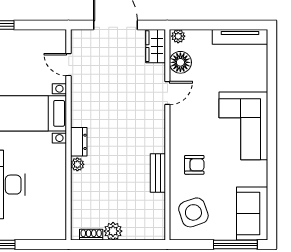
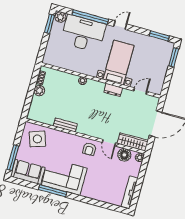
wardrobe: (156, 46) -> (133, 142), width x1.50
corner sofa: (243, 126) -> (64, 177), moved
dresser: (79, 142) -> (113, 90), moved
window: (272, 164) -> (53, 191), added
armchair: (194, 165) -> (89, 149), moved

